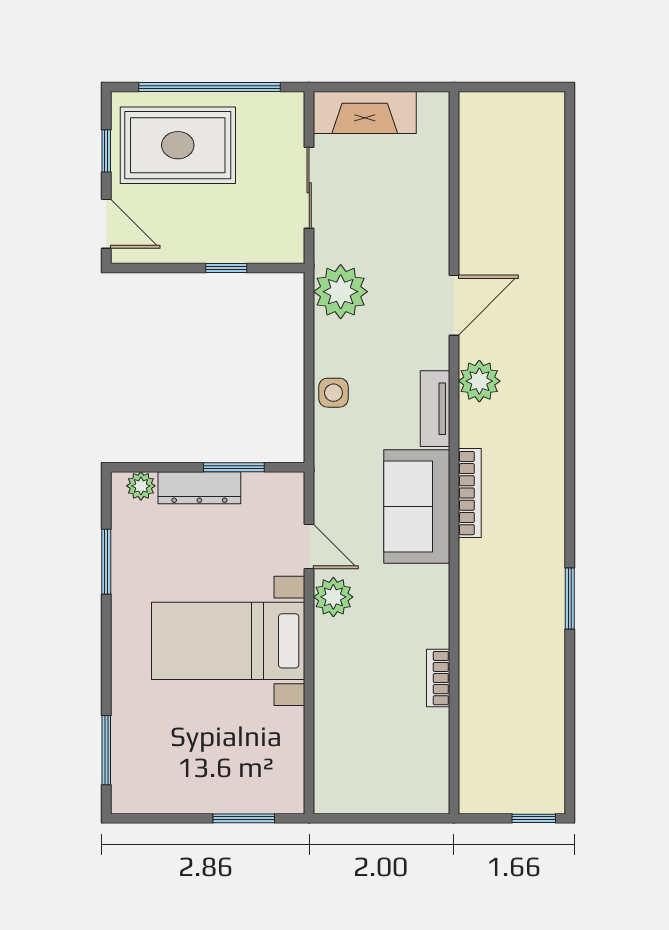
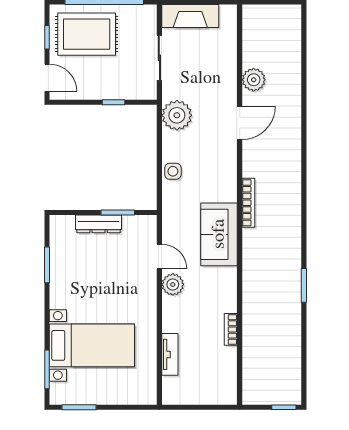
plant: (479, 381) -> (254, 80), moved
tv unit: (435, 409) -> (170, 354), moved, turned 180
plant: (141, 486) -> (66, 223), removed
bookcase: (470, 493) -> (248, 203), moved
bed with nightstands: (228, 641) -> (92, 345), moved, turned 180
window: (244, 818) -> (79, 407), moved

